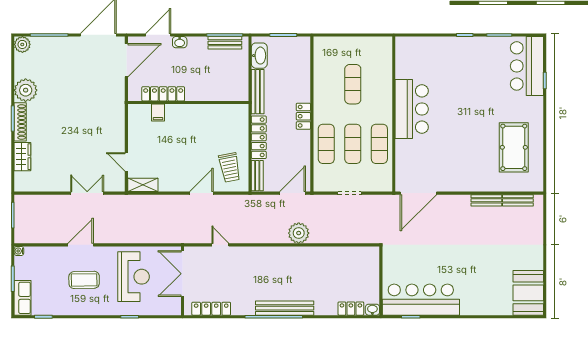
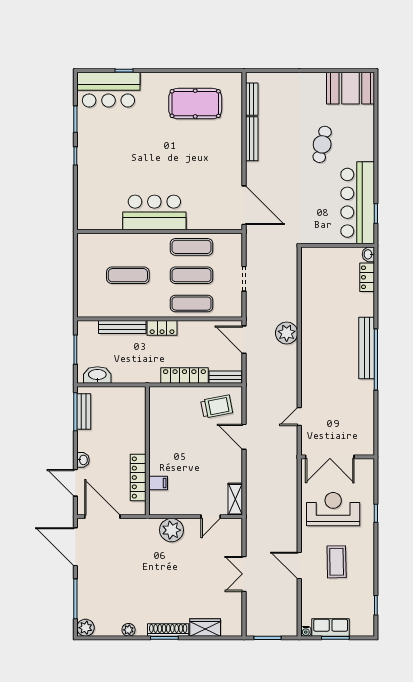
plant: (26, 90) -> (129, 630), width x0.53, depth x0.53
bench: (258, 92) -> (122, 327), moved
plant: (114, 125) -> (171, 530), added
double door: (87, 193) -> (244, 574), moved
bench: (486, 200) -> (252, 139), width x1.36
cafe table: (476, 266) -> (322, 144), added
row of seats: (23, 298) -> (331, 627), moved
locker: (211, 309) -> (367, 426), removed

